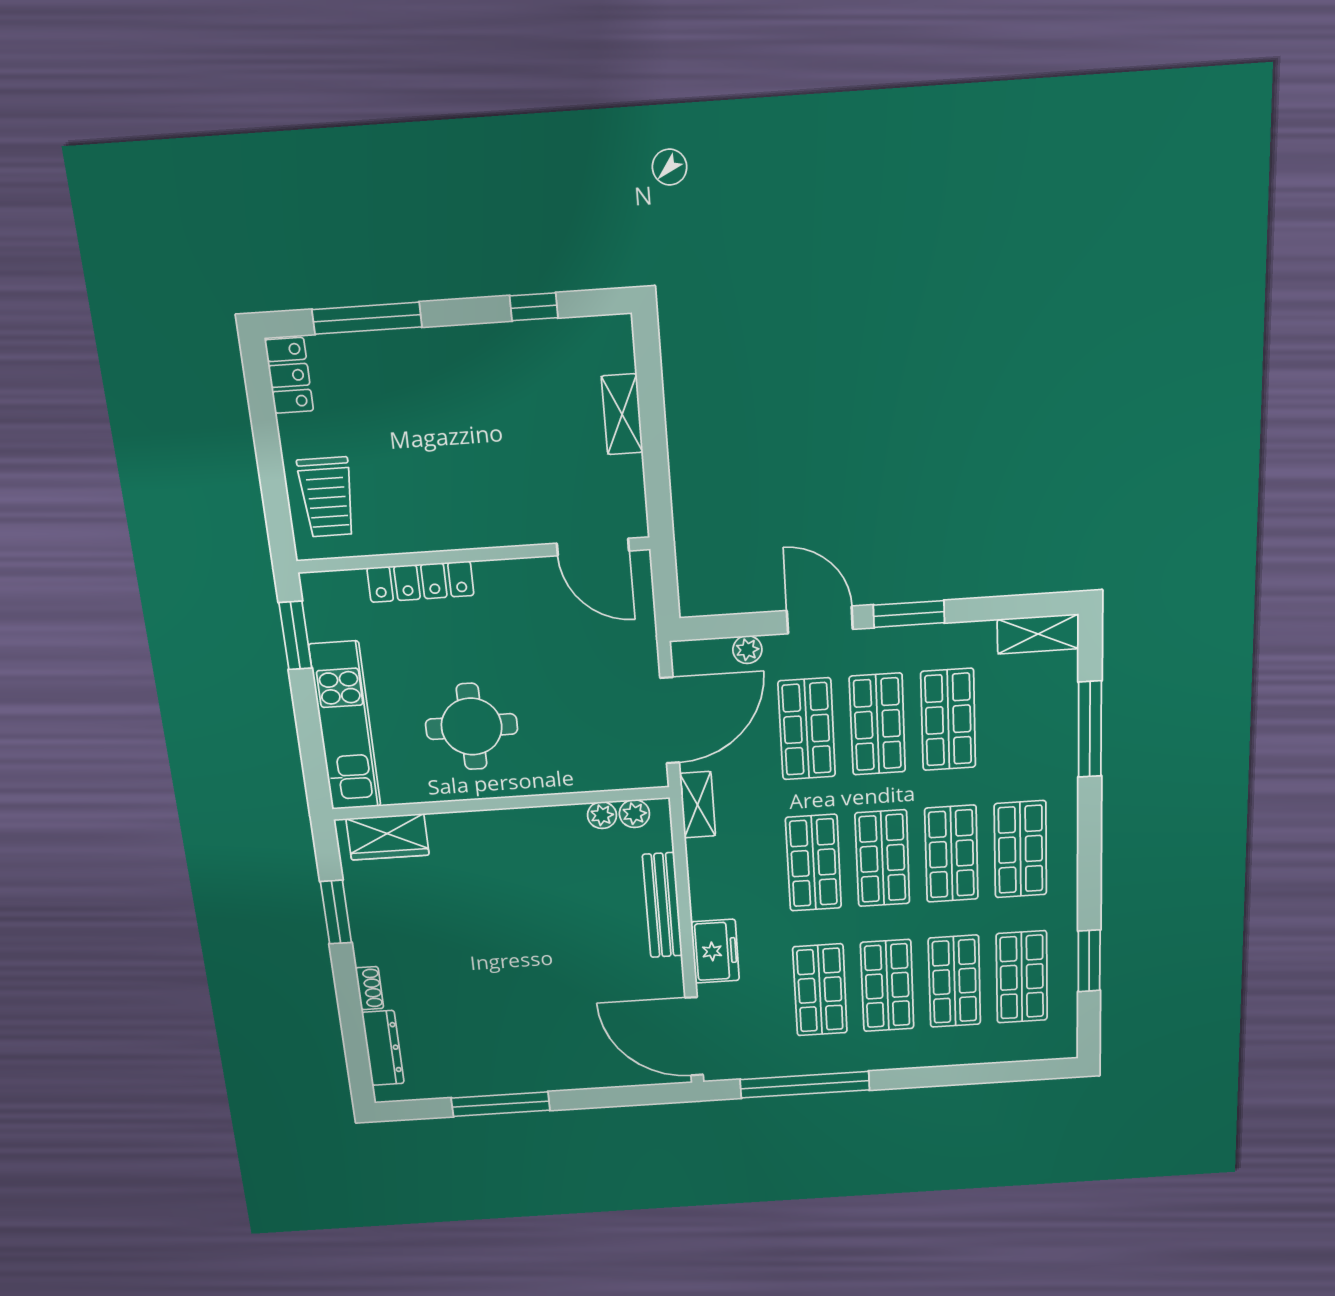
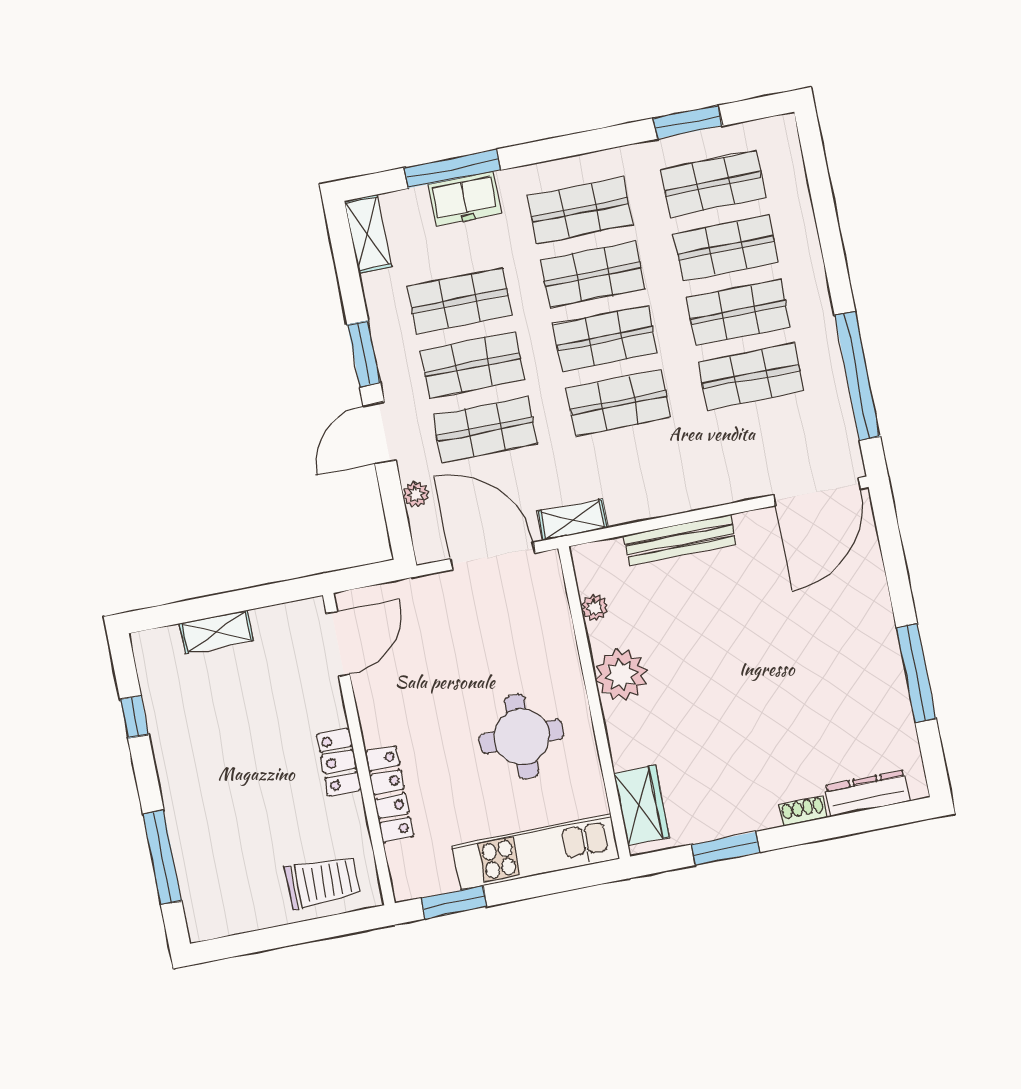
locker: (289, 375) -> (339, 762), moved, turned -90
plant: (634, 814) -> (621, 675), moved, width x1.88, depth x1.88
freezer: (715, 951) -> (464, 199), moved, turned 180

